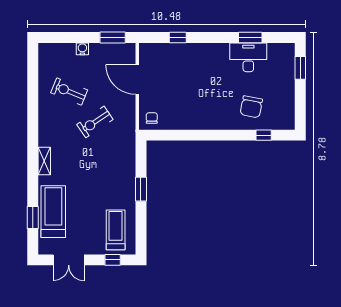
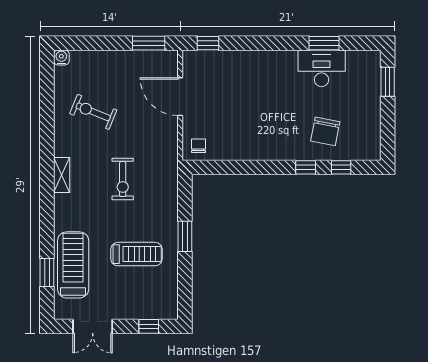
window: (178, 37) -> (208, 43), moved
water cooler: (82, 49) -> (61, 58), moved
exercise bike: (95, 122) -> (123, 179), moved, turned -56
window: (236, 135) -> (306, 167), added
shelving: (44, 161) -> (62, 175), moved
treadmill: (116, 230) -> (137, 254), moved, turned 90

